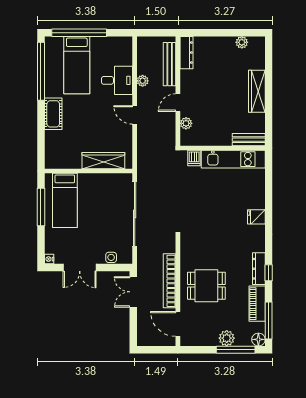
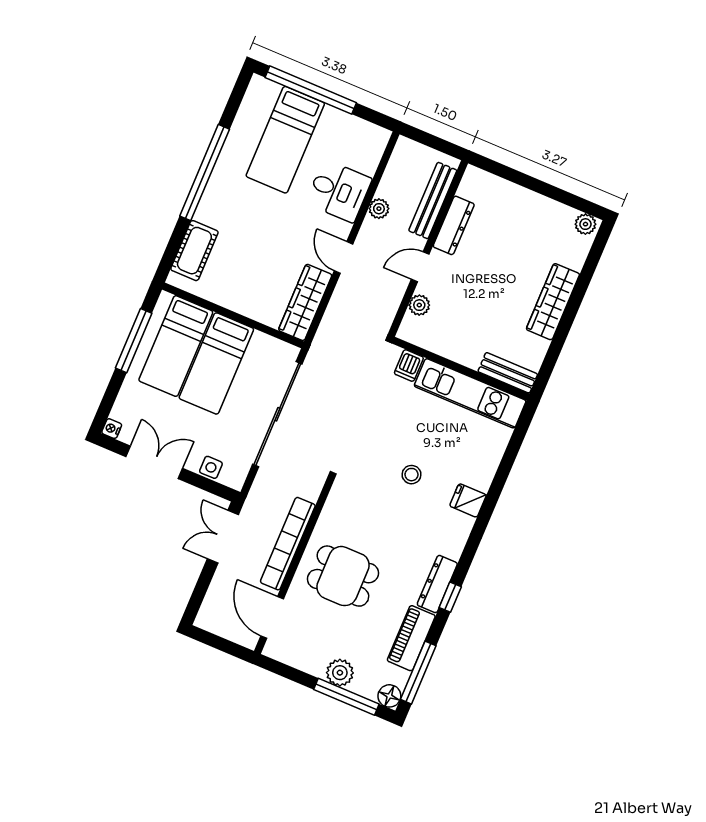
plant: (242, 42) -> (585, 224), moved
dresser: (186, 53) -> (454, 225), moved
window: (41, 71) -> (205, 173), moved
cot: (53, 114) -> (194, 251), moved
wardrobe: (103, 161) -> (305, 302), moved, turned -90
bed: (90, 200) -> (216, 363), added
stool: (220, 216) -> (412, 475), added
double door: (80, 268) -> (154, 462), swing flipped

